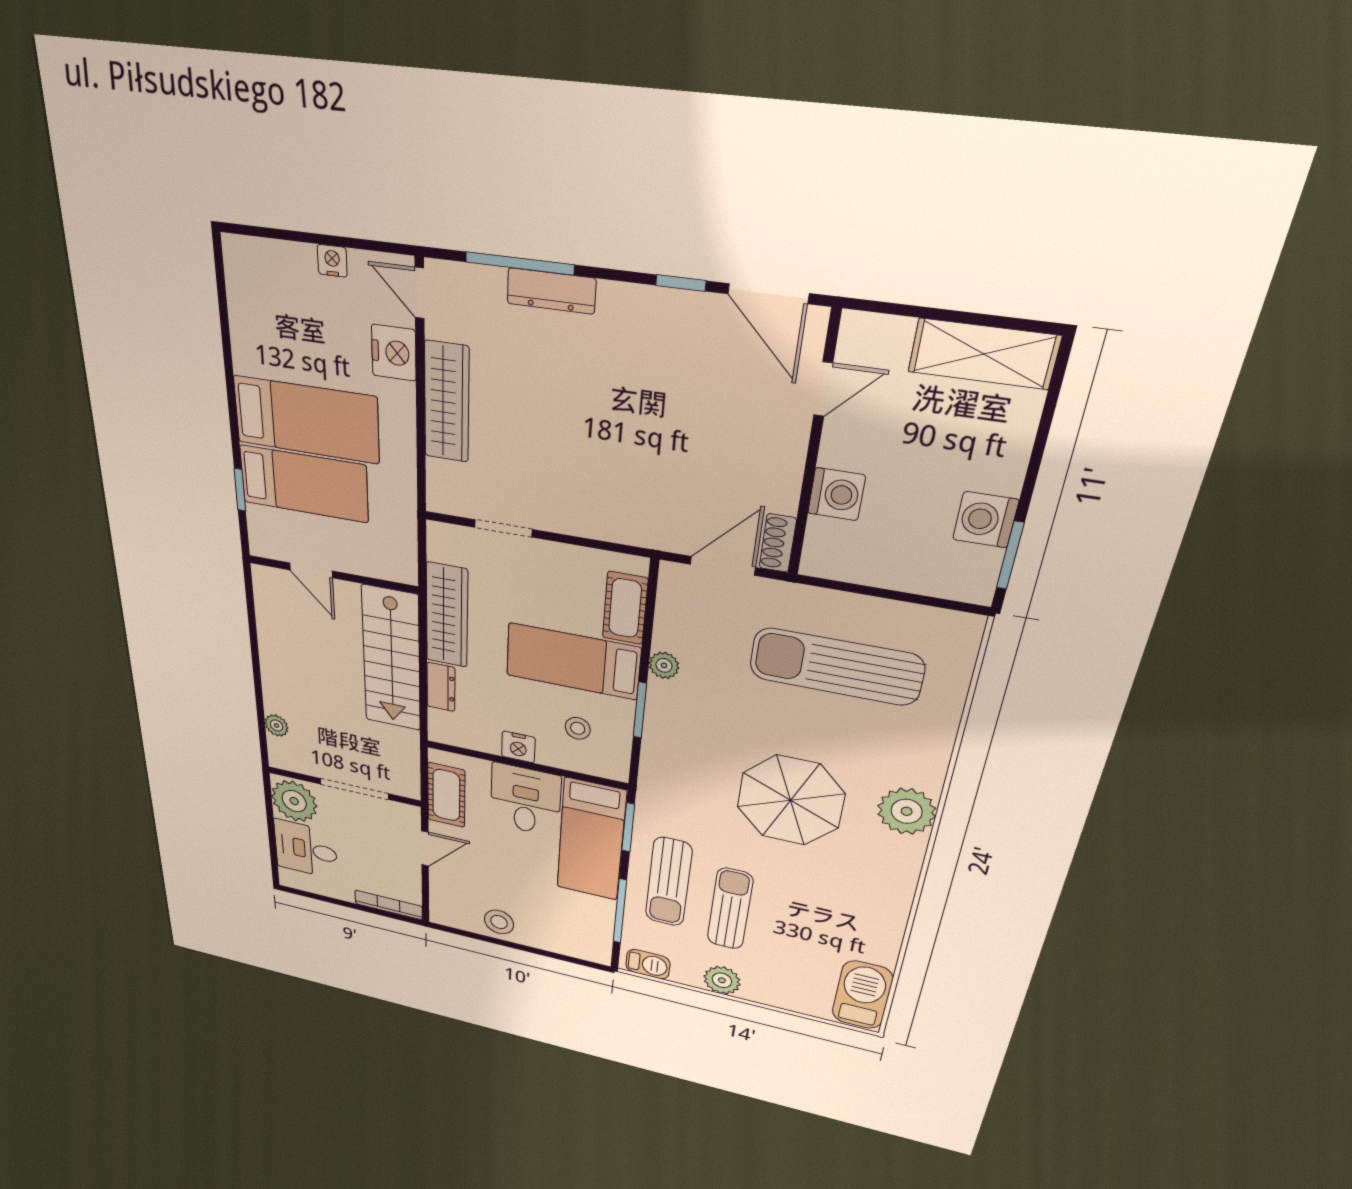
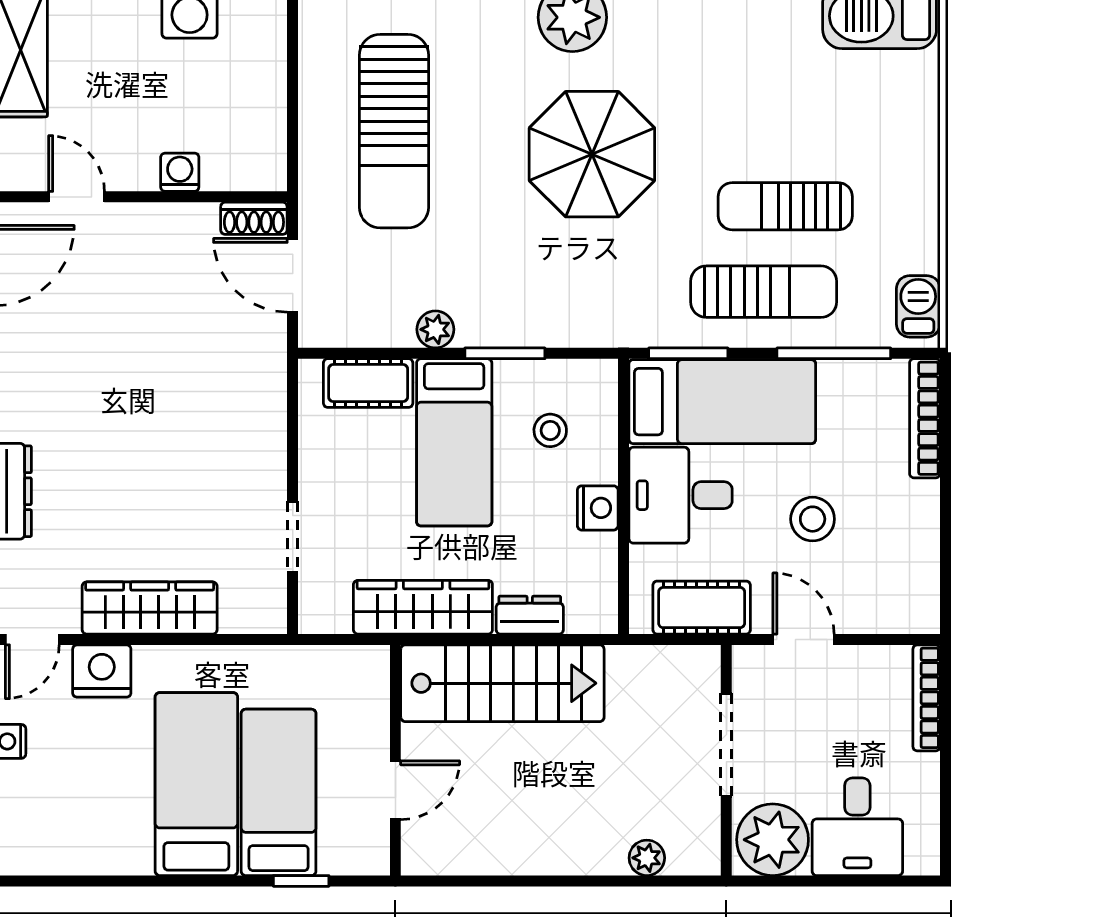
washing machine: (836, 494) -> (180, 172), width x0.73, depth x0.73
stool: (499, 922) -> (813, 519), moved
bookcase: (571, 949) -> (925, 418), added
plant: (722, 980) -> (914, 201), removed

